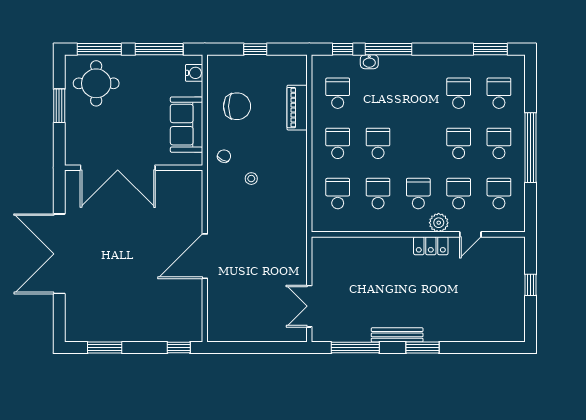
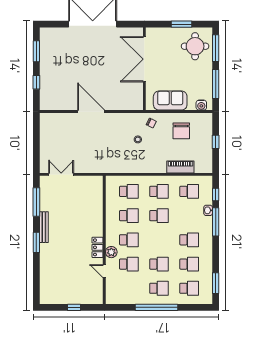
school desk: (499, 194) -> (189, 240), moved
window: (179, 348) -> (36, 82), moved

